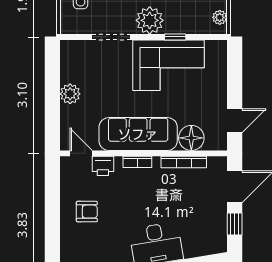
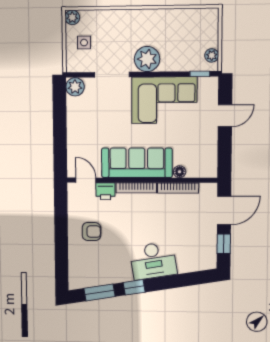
window: (175, 37) -> (200, 74), moved
plant: (70, 94) -> (75, 87), moved
door: (235, 121) -> (225, 116), moved
floor lamp: (191, 138) -> (180, 172), width x0.53, depth x0.53
bookcase: (137, 162) -> (136, 188), width x1.56

